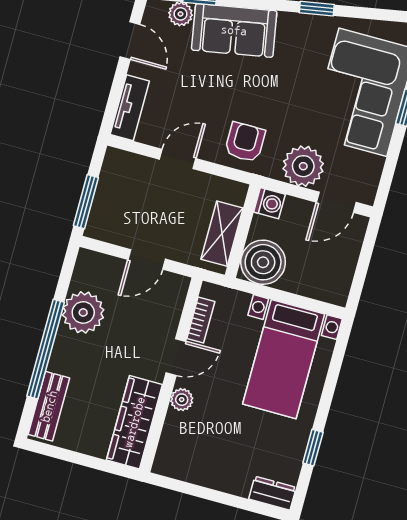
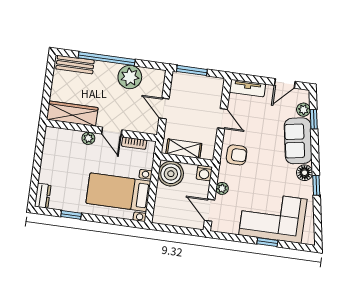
floor lamp: (292, 26) -> (305, 173), added
plant: (303, 166) -> (222, 188), width x0.53, depth x0.53

